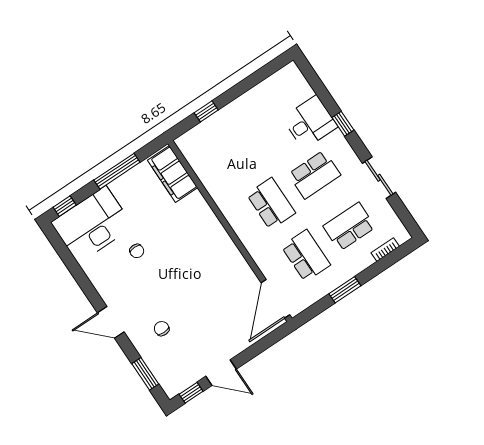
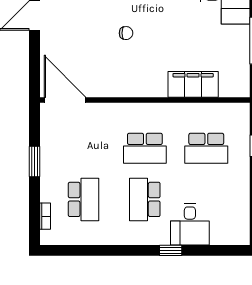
filing cabinet: (173, 174) -> (193, 84), moved
sliding door: (379, 178) -> (107, 250), removed
chair: (137, 251) -> (126, 33), moved, turned 180
school desk: (306, 256) -> (206, 148), moved

